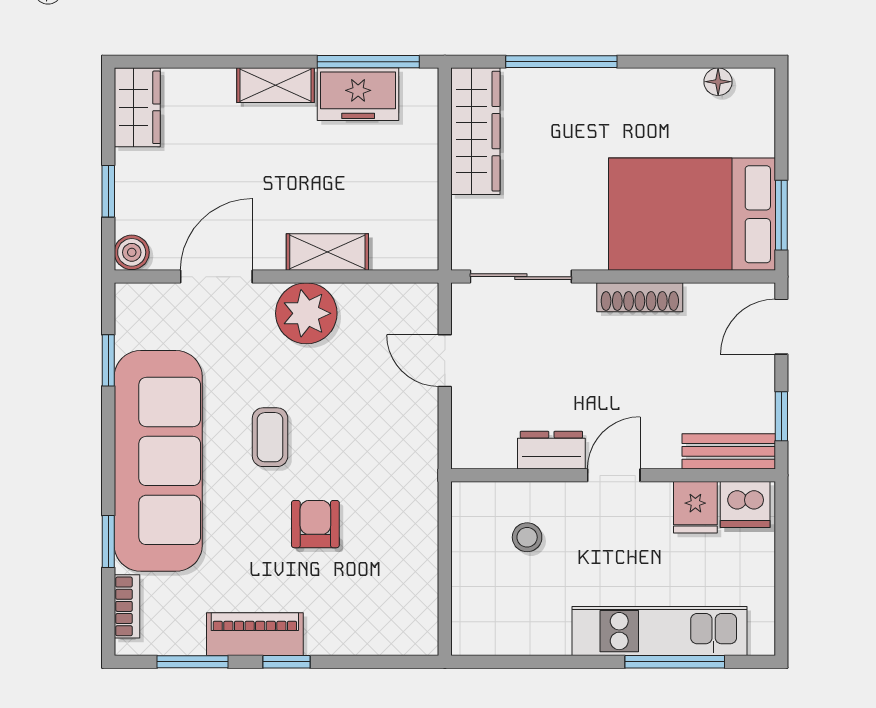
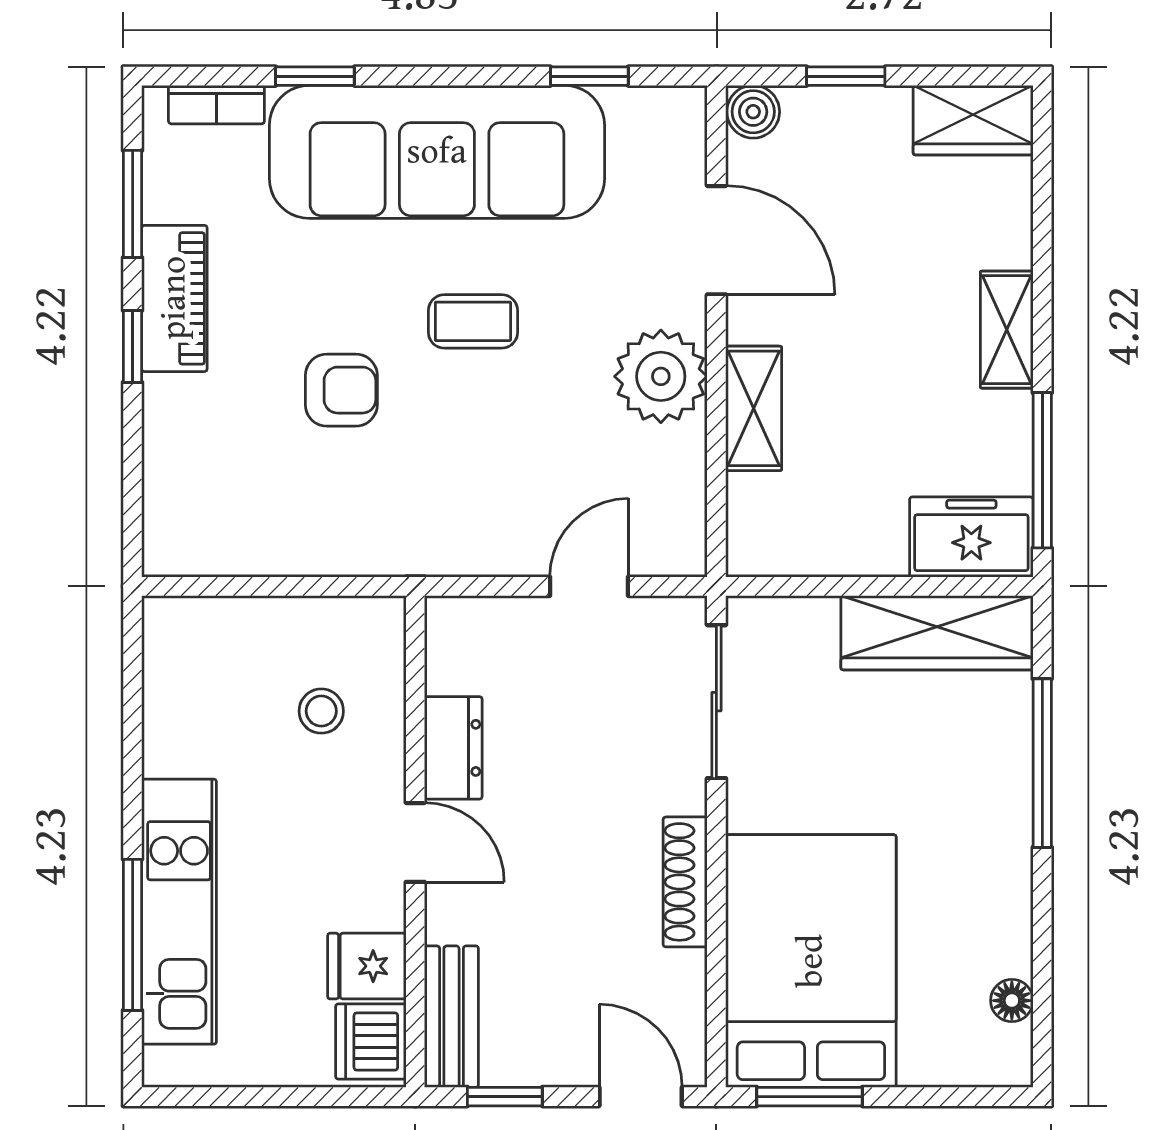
freezer: (358, 94) -> (971, 537), moved, turned 90

